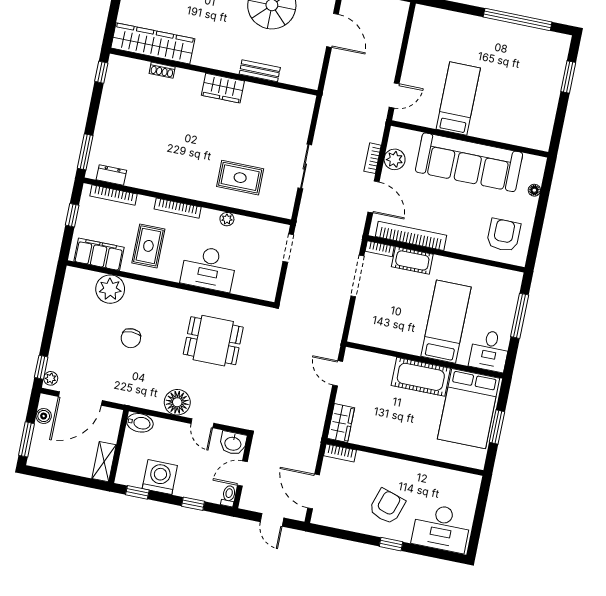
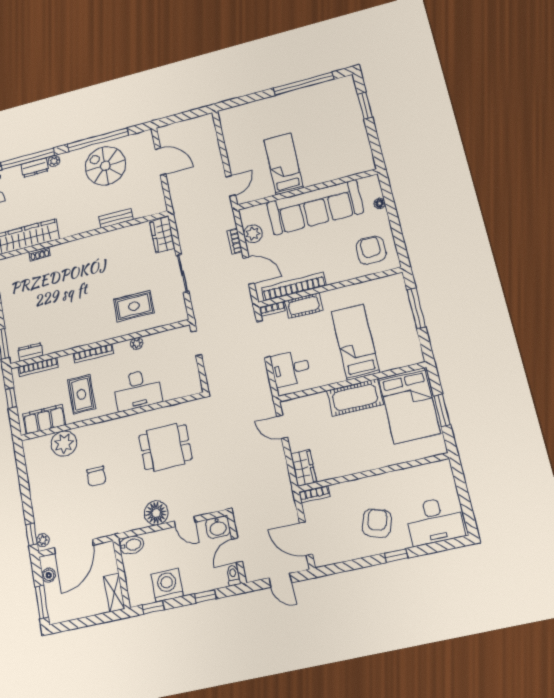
wardrobe: (223, 88) -> (162, 235), moved, turned 90
desk: (490, 351) -> (291, 368), moved, turned 90

